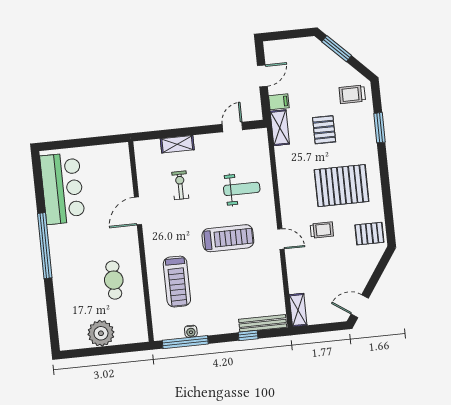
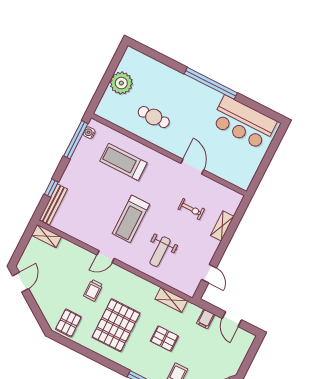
shelving: (280, 128) -> (171, 300), moved
water cooler: (191, 331) -> (89, 133), moved

